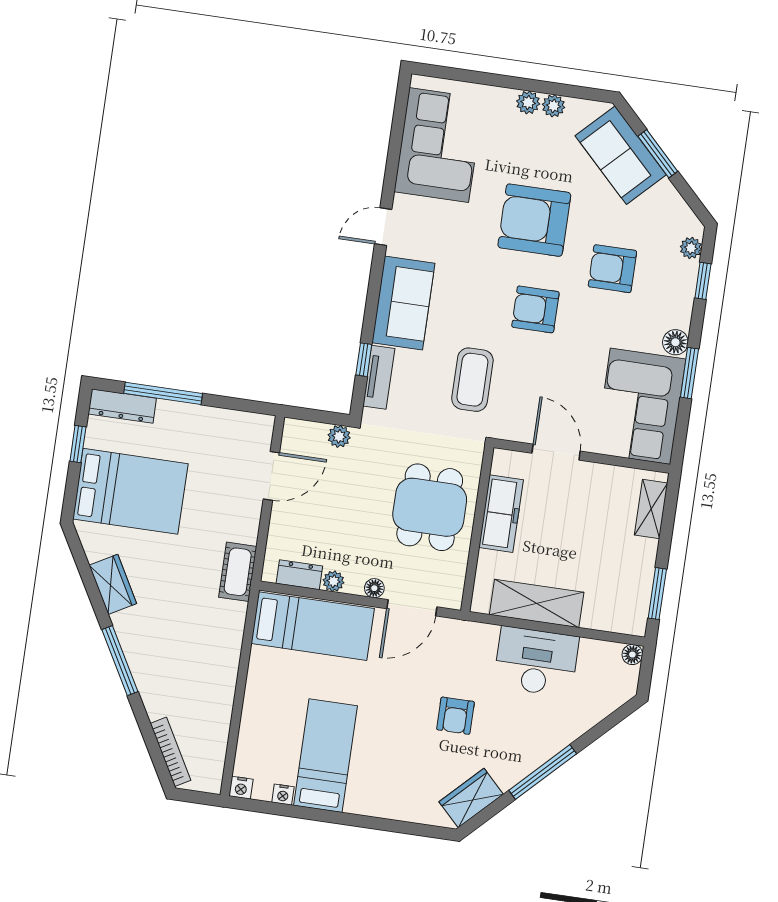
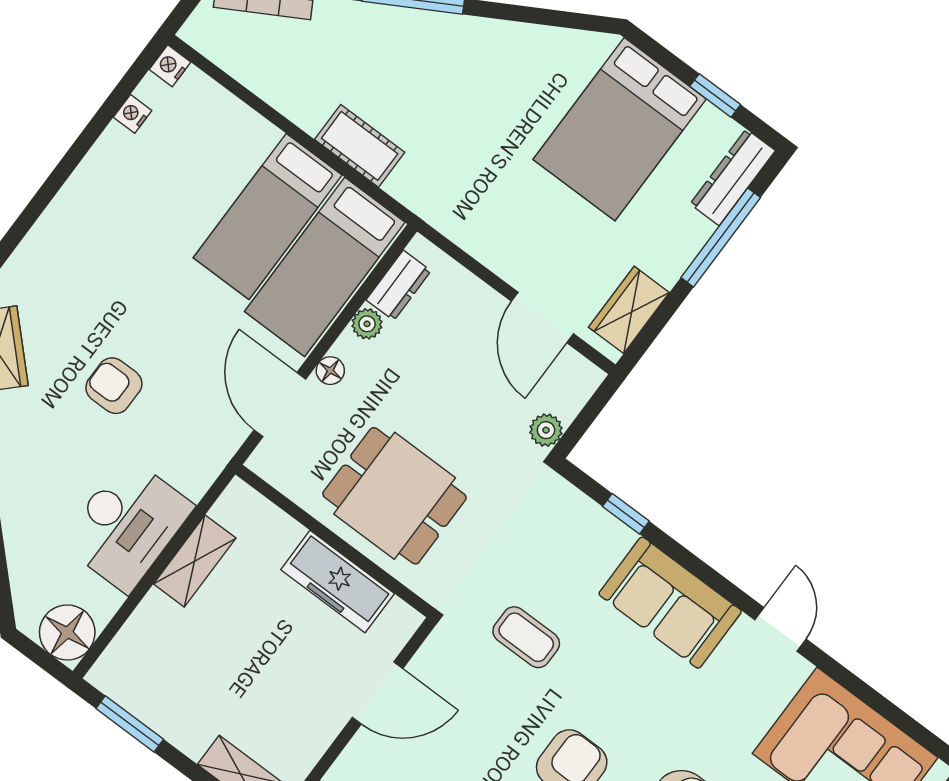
tv unit: (379, 377) -> (593, 521), removed
coffee table: (472, 380) -> (526, 637), width x0.73, depth x0.77
cot: (238, 572) -> (360, 146), moved
wardrobe: (113, 584) -> (629, 310), moved, turned 119
shelving: (537, 603) -> (195, 561), width x0.67, depth x0.75
floor lamp: (632, 655) -> (67, 632), width x1.89, depth x1.89
bed: (326, 756) -> (268, 216), moved, turned 90

